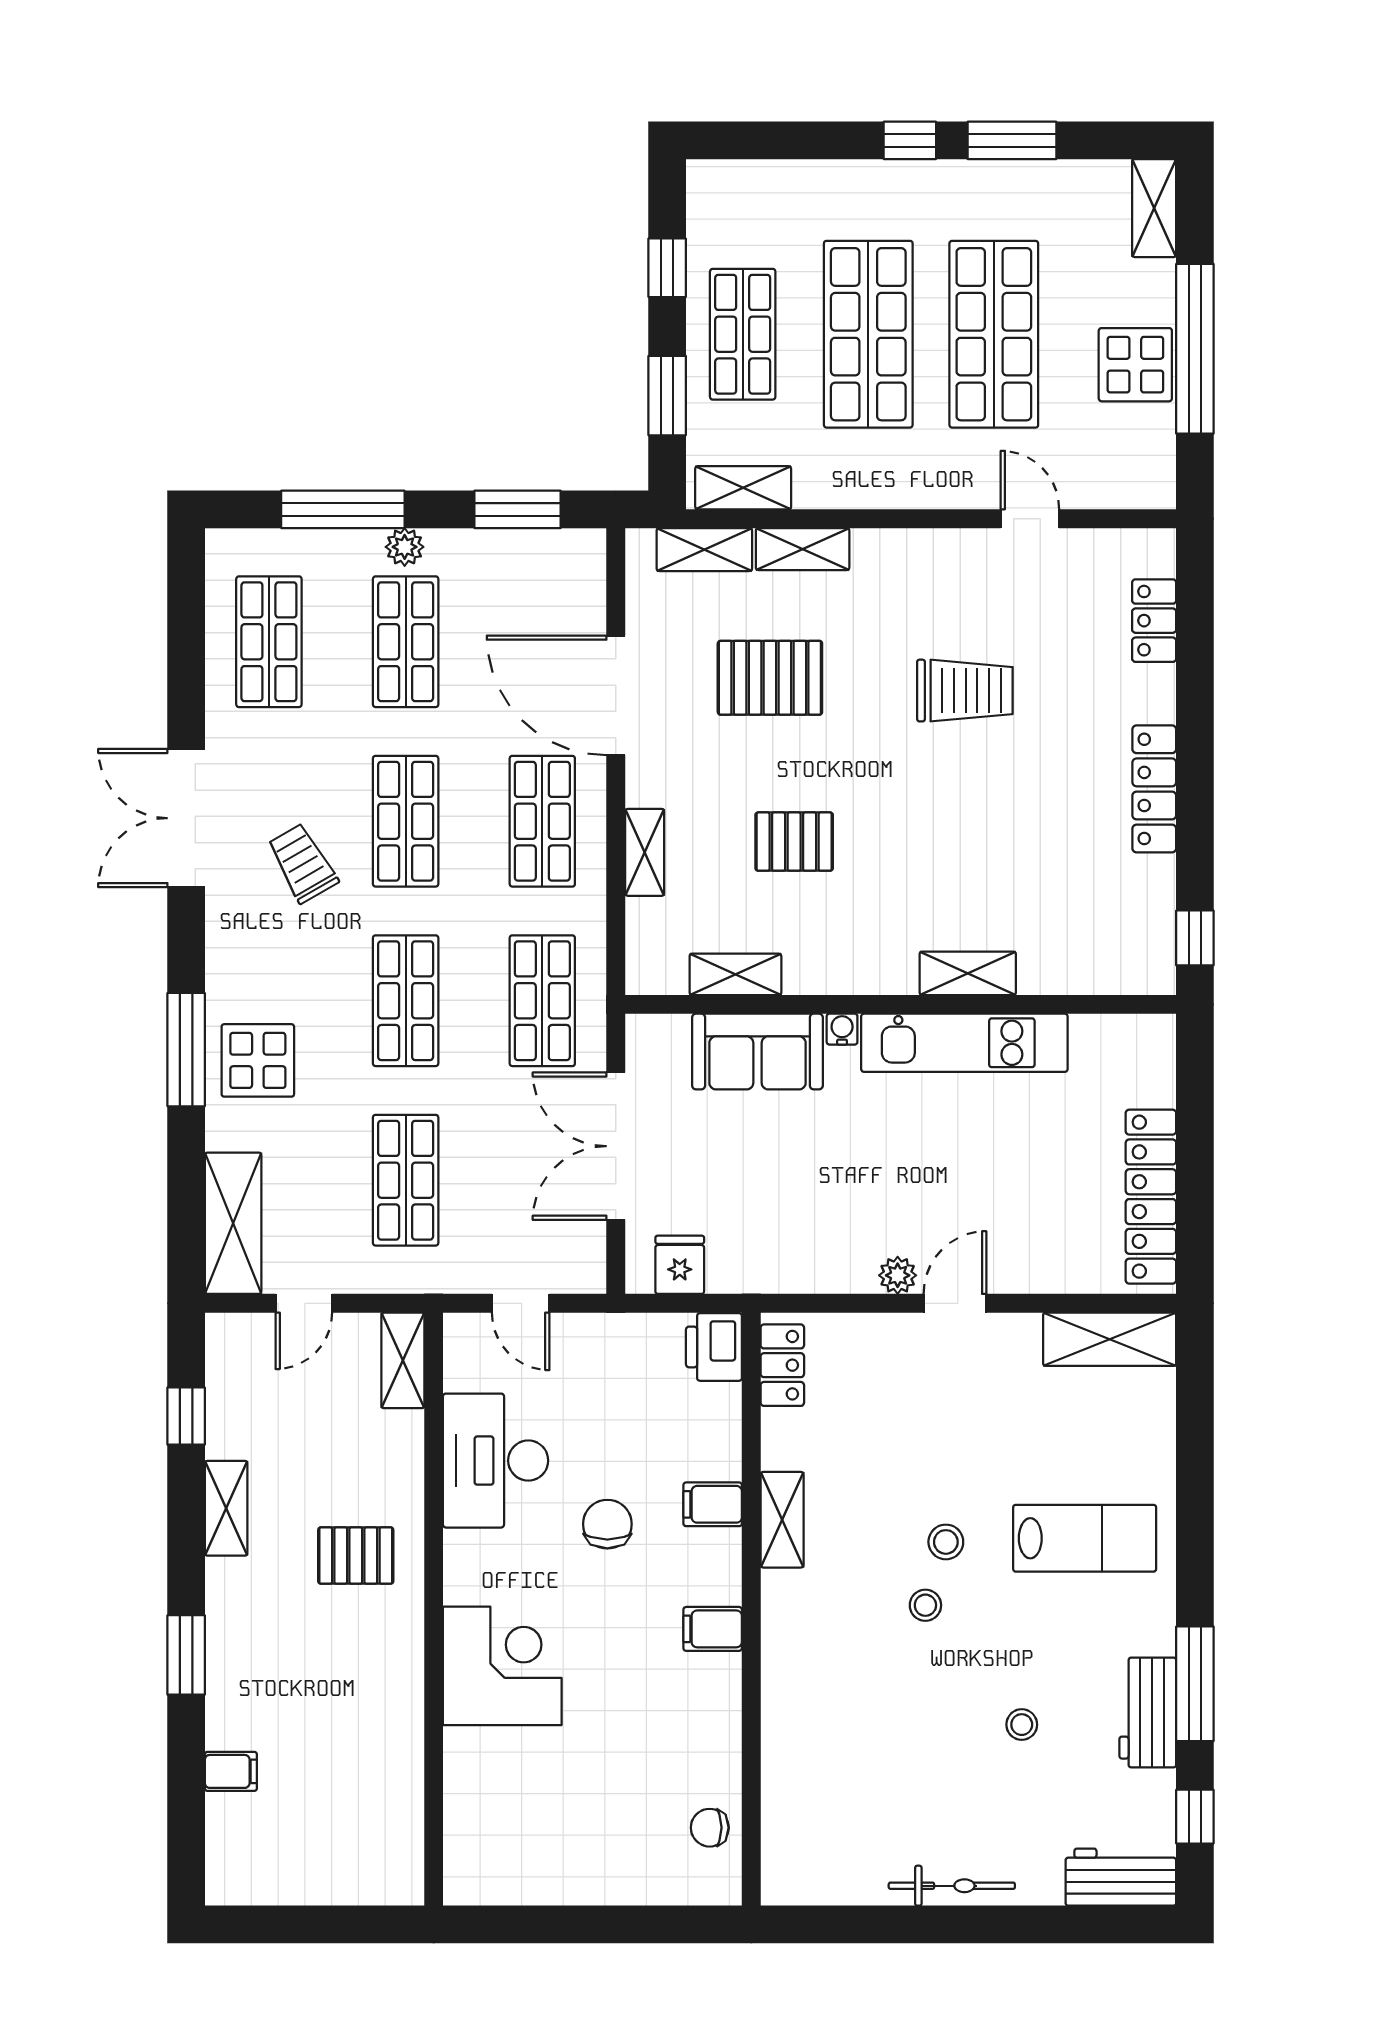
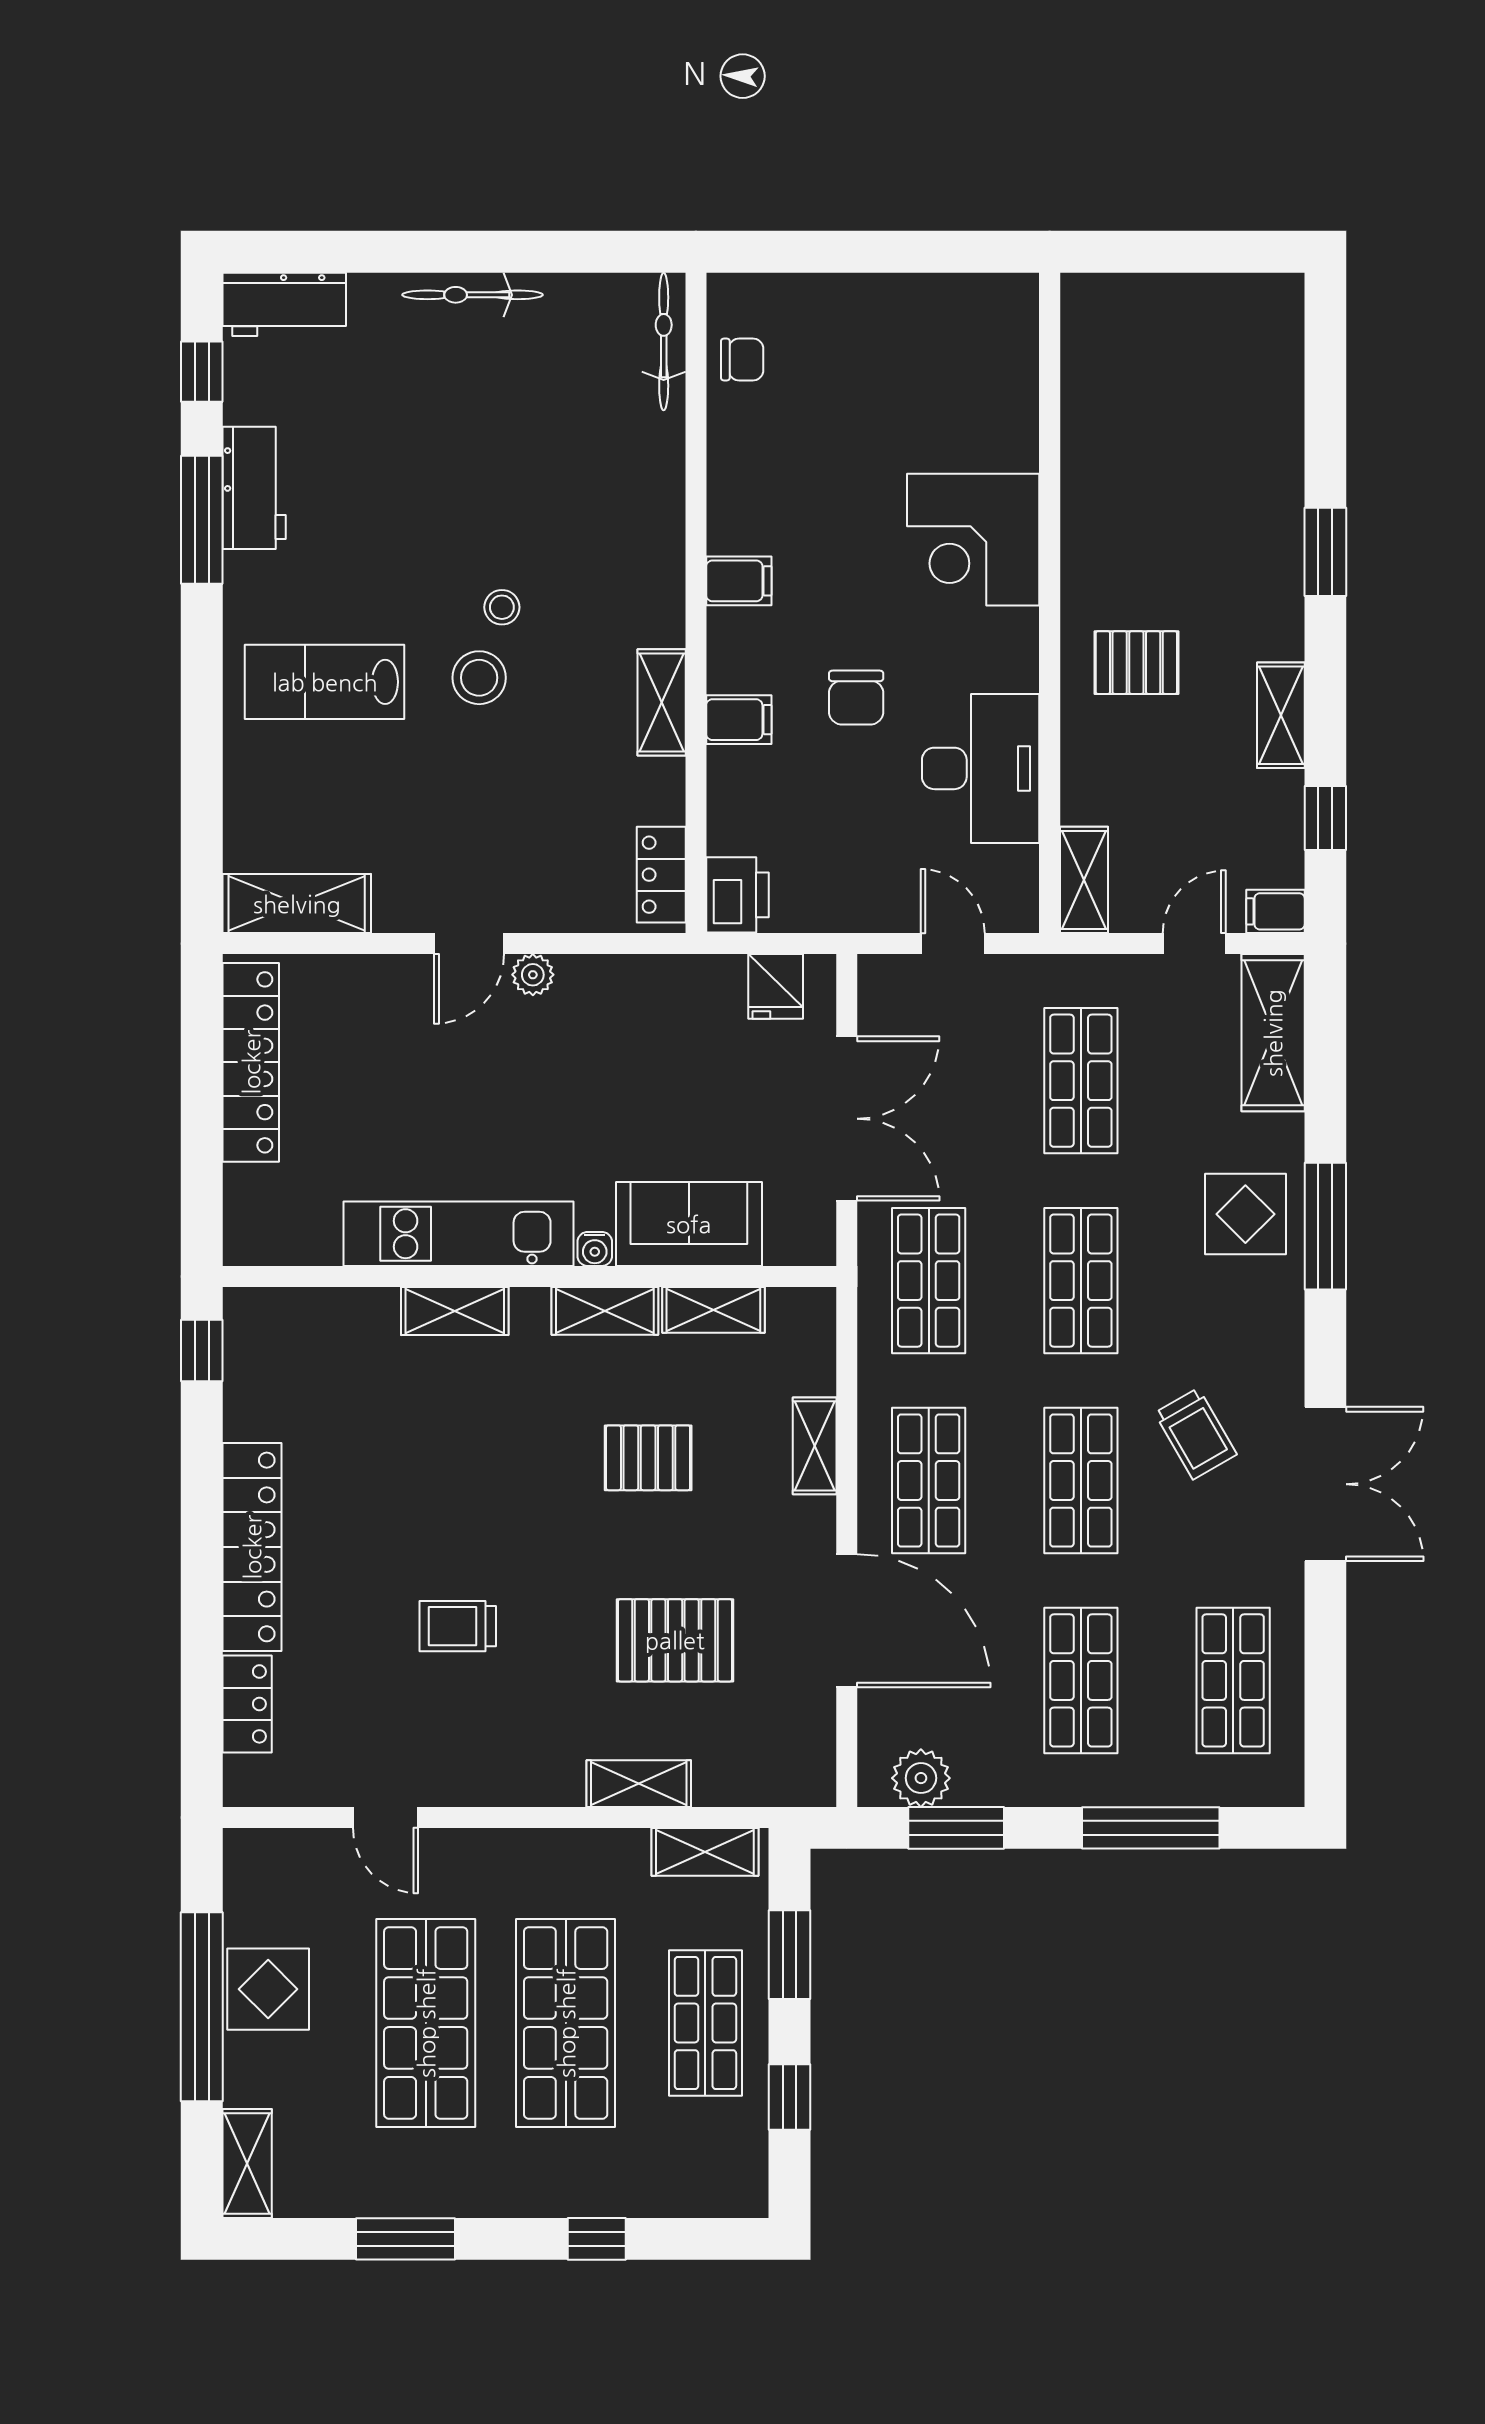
window: (910, 140) -> (597, 2239), moved
plant: (405, 547) -> (921, 1778), moved, width x1.38, depth x1.38
shelving: (704, 550) -> (605, 1311), moved
trolley: (965, 691) -> (458, 1626), width x0.73, depth x0.72
locker: (1154, 789) -> (252, 1547), width x1.41, depth x1.21
stool: (946, 1542) -> (479, 678), width x1.37, depth x1.37
stool: (1022, 1725) -> (395, 474), removed
filing cabinet: (231, 1771) -> (1275, 911), moved
bicycle: (780, 1844) -> (664, 342), added

